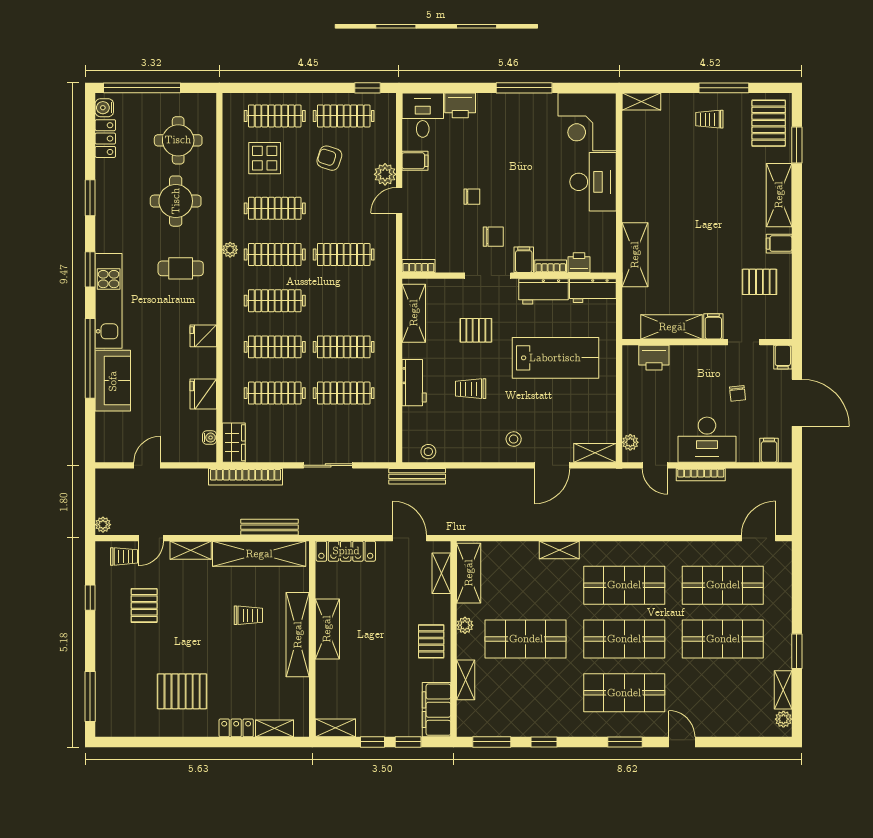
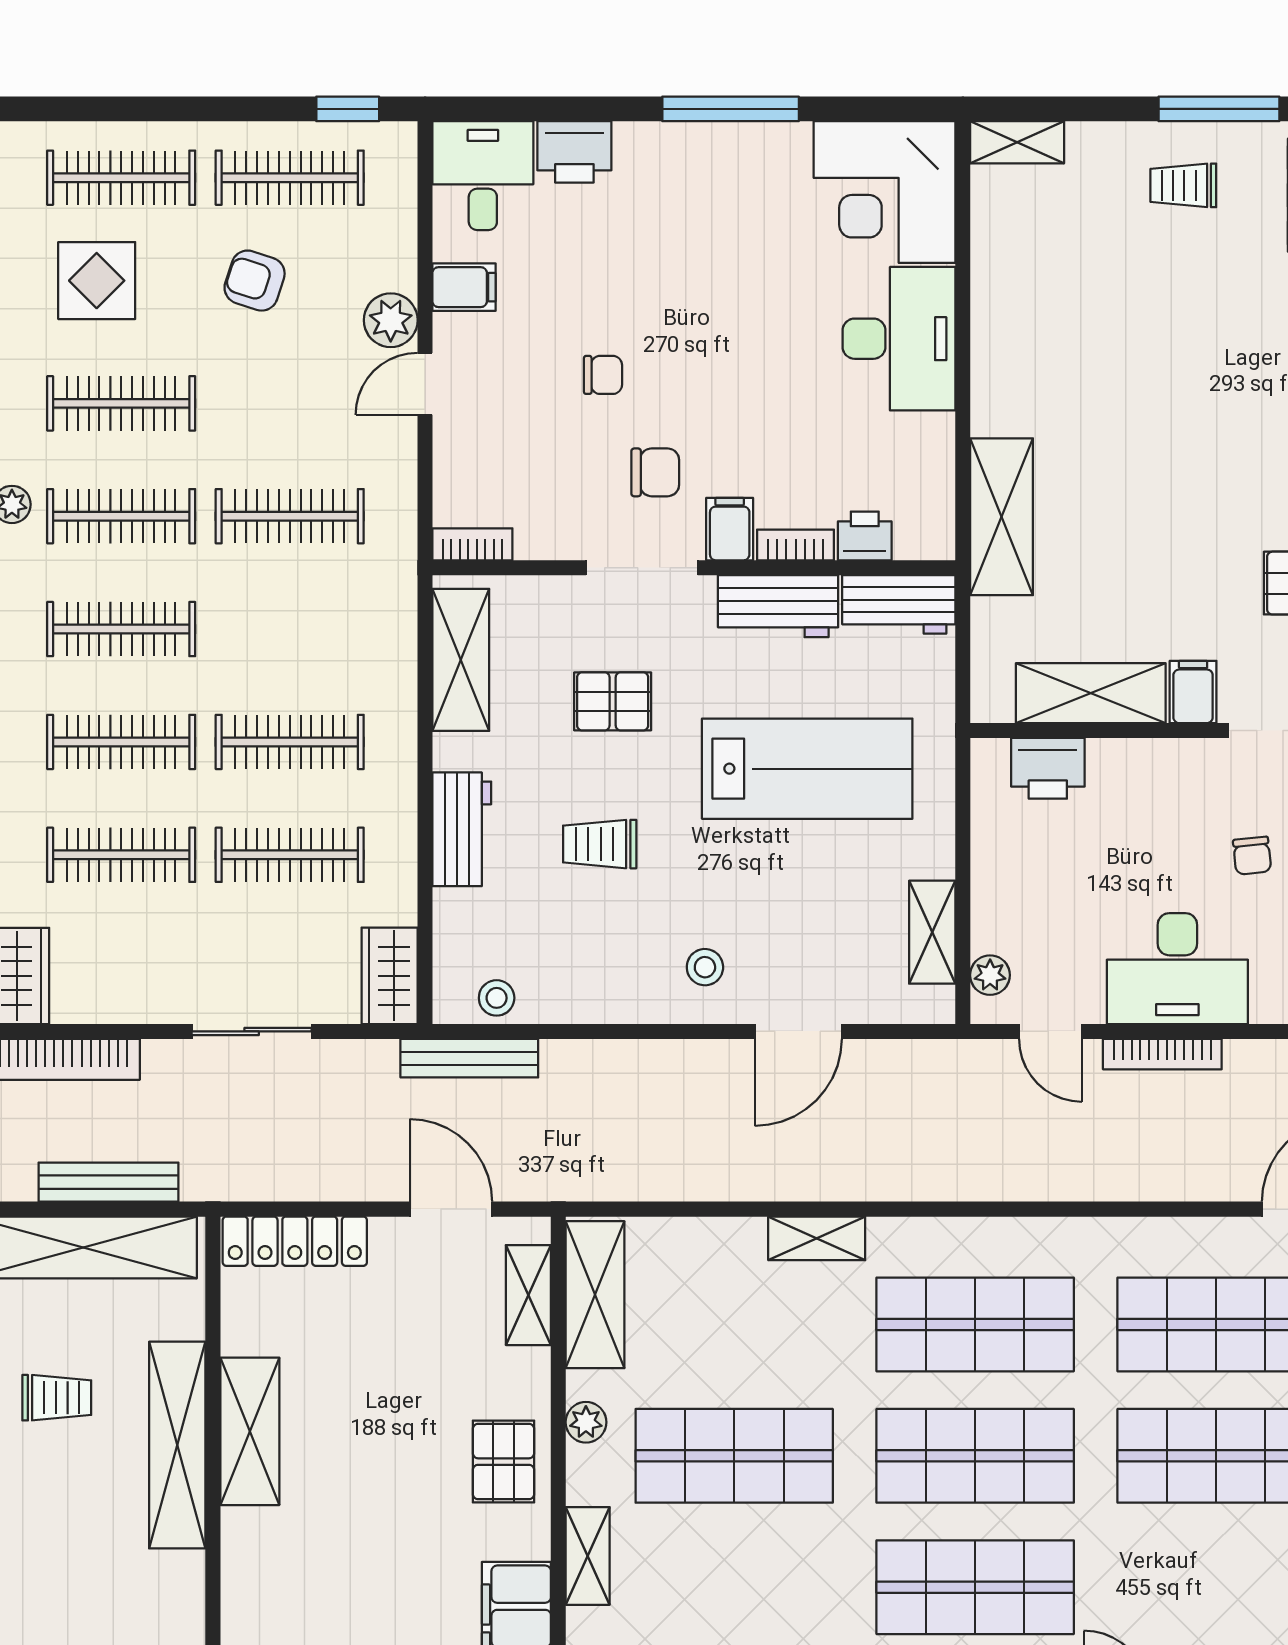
wardrobe: (385, 443) -> (390, 976), added
shelving: (595, 453) -> (932, 932), moved, turned 90

